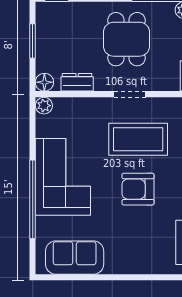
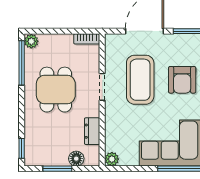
dining table: (127, 39) -> (56, 90), turned 90
floor lamp: (44, 82) -> (76, 159), moved

